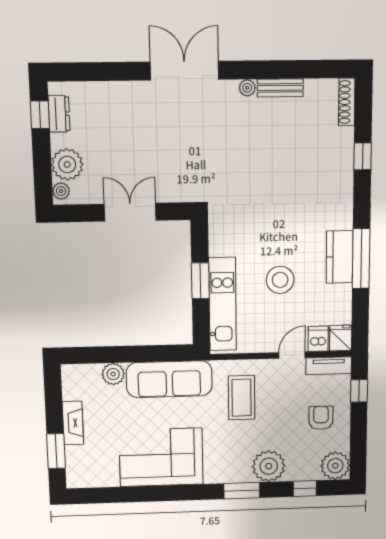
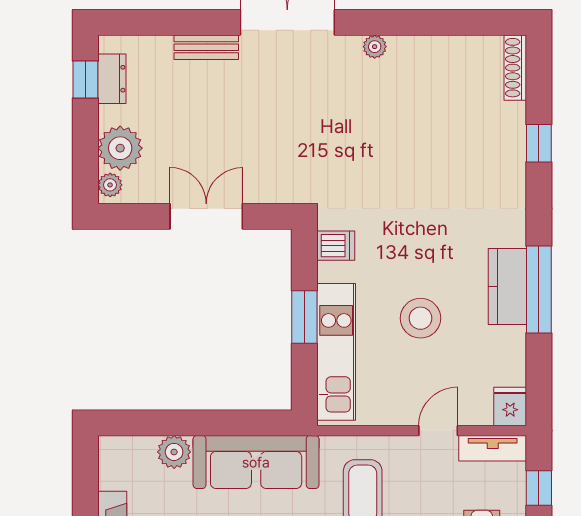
bench: (280, 88) -> (206, 47), moved
dishwasher: (318, 339) -> (336, 246), moved, turned 90

